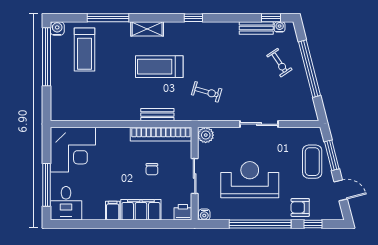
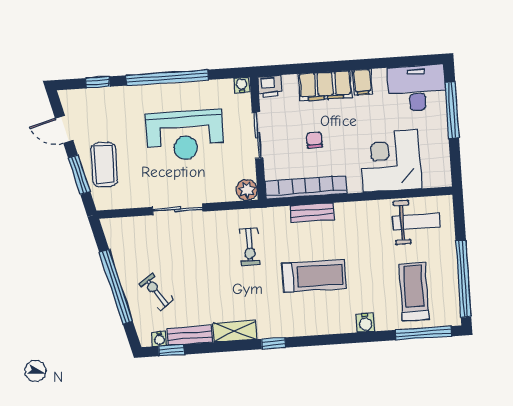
window: (108, 18) -> (424, 333), moved
water cooler: (57, 28) -> (365, 323), moved
shelving: (147, 29) -> (235, 331), moved
exercise bike: (207, 92) -> (249, 247), turned -106
weight bench: (79, 102) -> (416, 222), added
corner desk: (73, 150) -> (390, 161), moved
desk: (66, 203) -> (417, 88), width x1.37
armchair: (300, 207) -> (116, 103), removed

